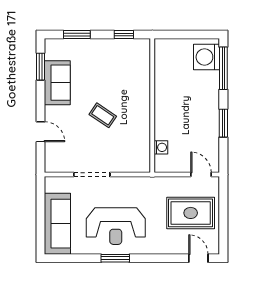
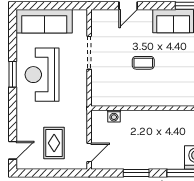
coffee table: (103, 115) -> (143, 63), turned 56
rug: (191, 213) -> (54, 143), width x0.73, depth x0.70

